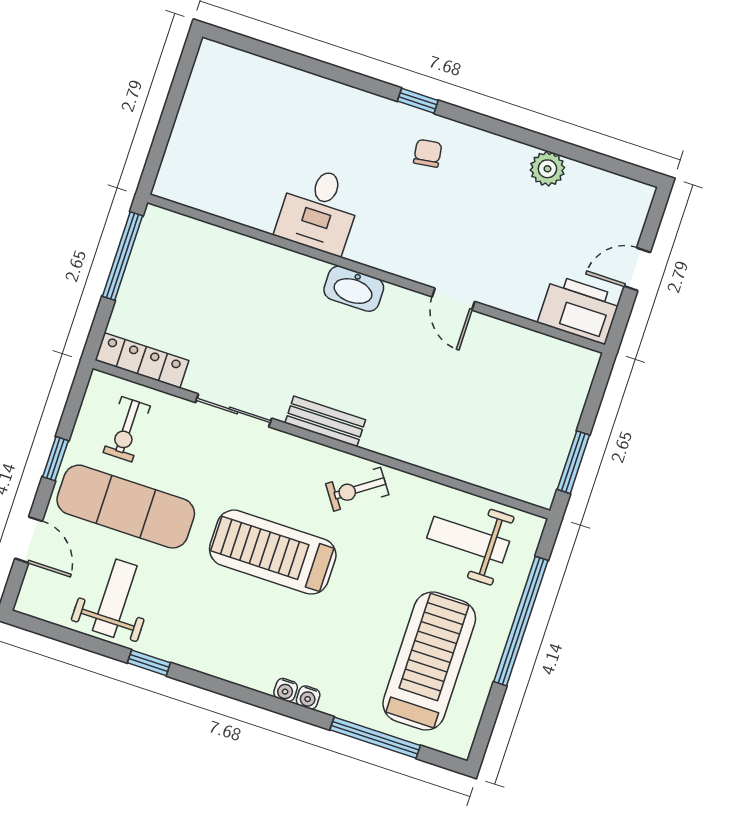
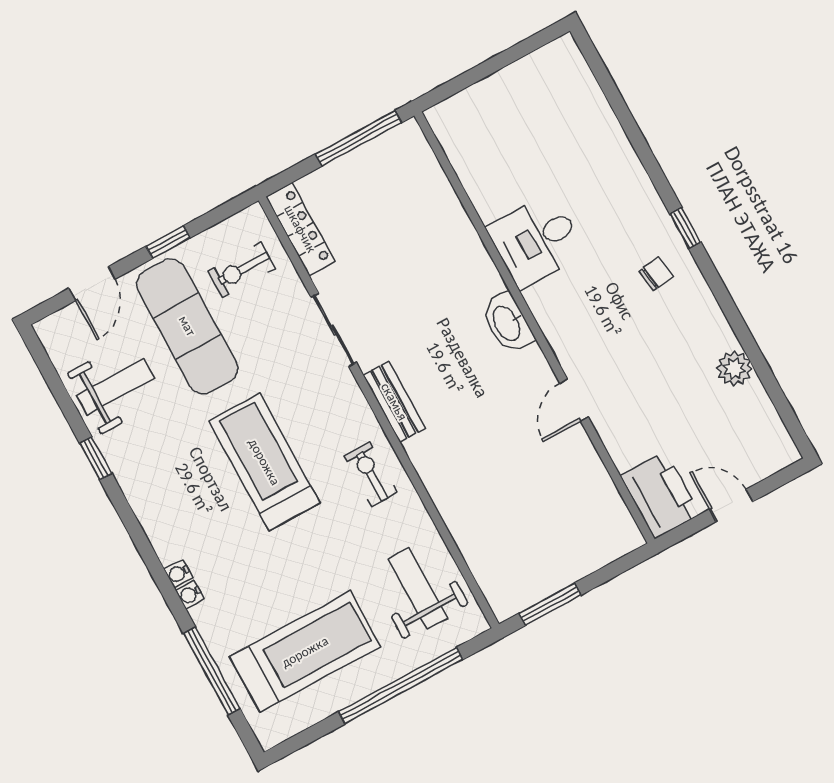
exercise bike: (357, 489) -> (371, 474), turned 35

